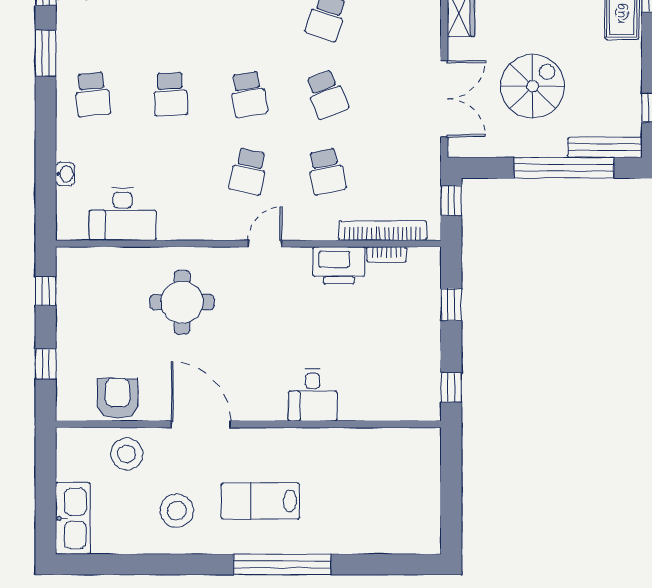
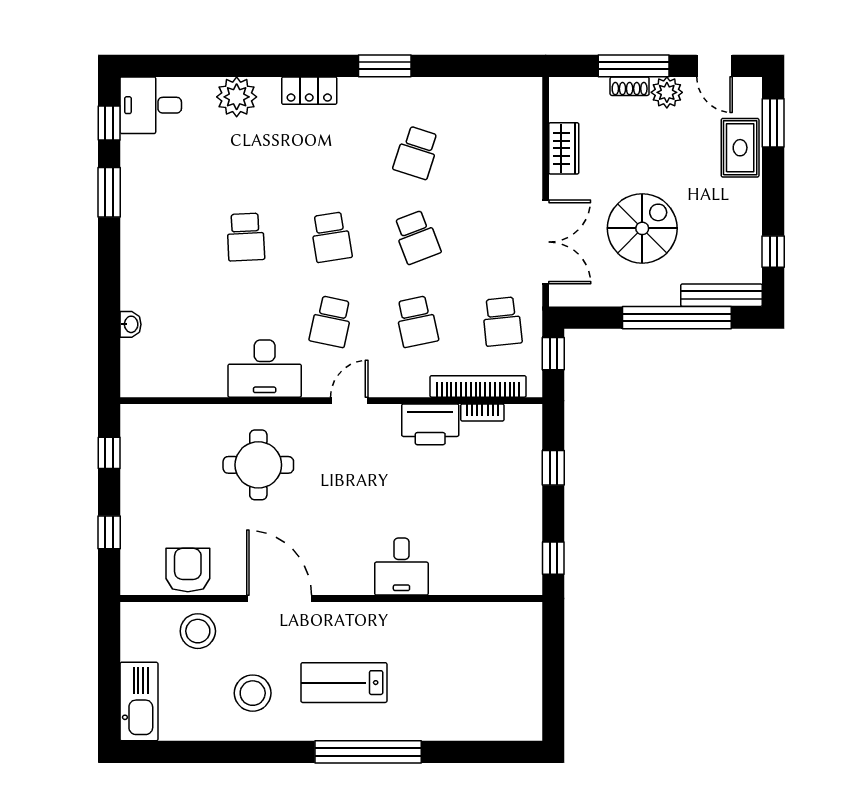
school desk: (92, 94) -> (502, 322), moved
desk: (123, 214) -> (265, 369), moved

